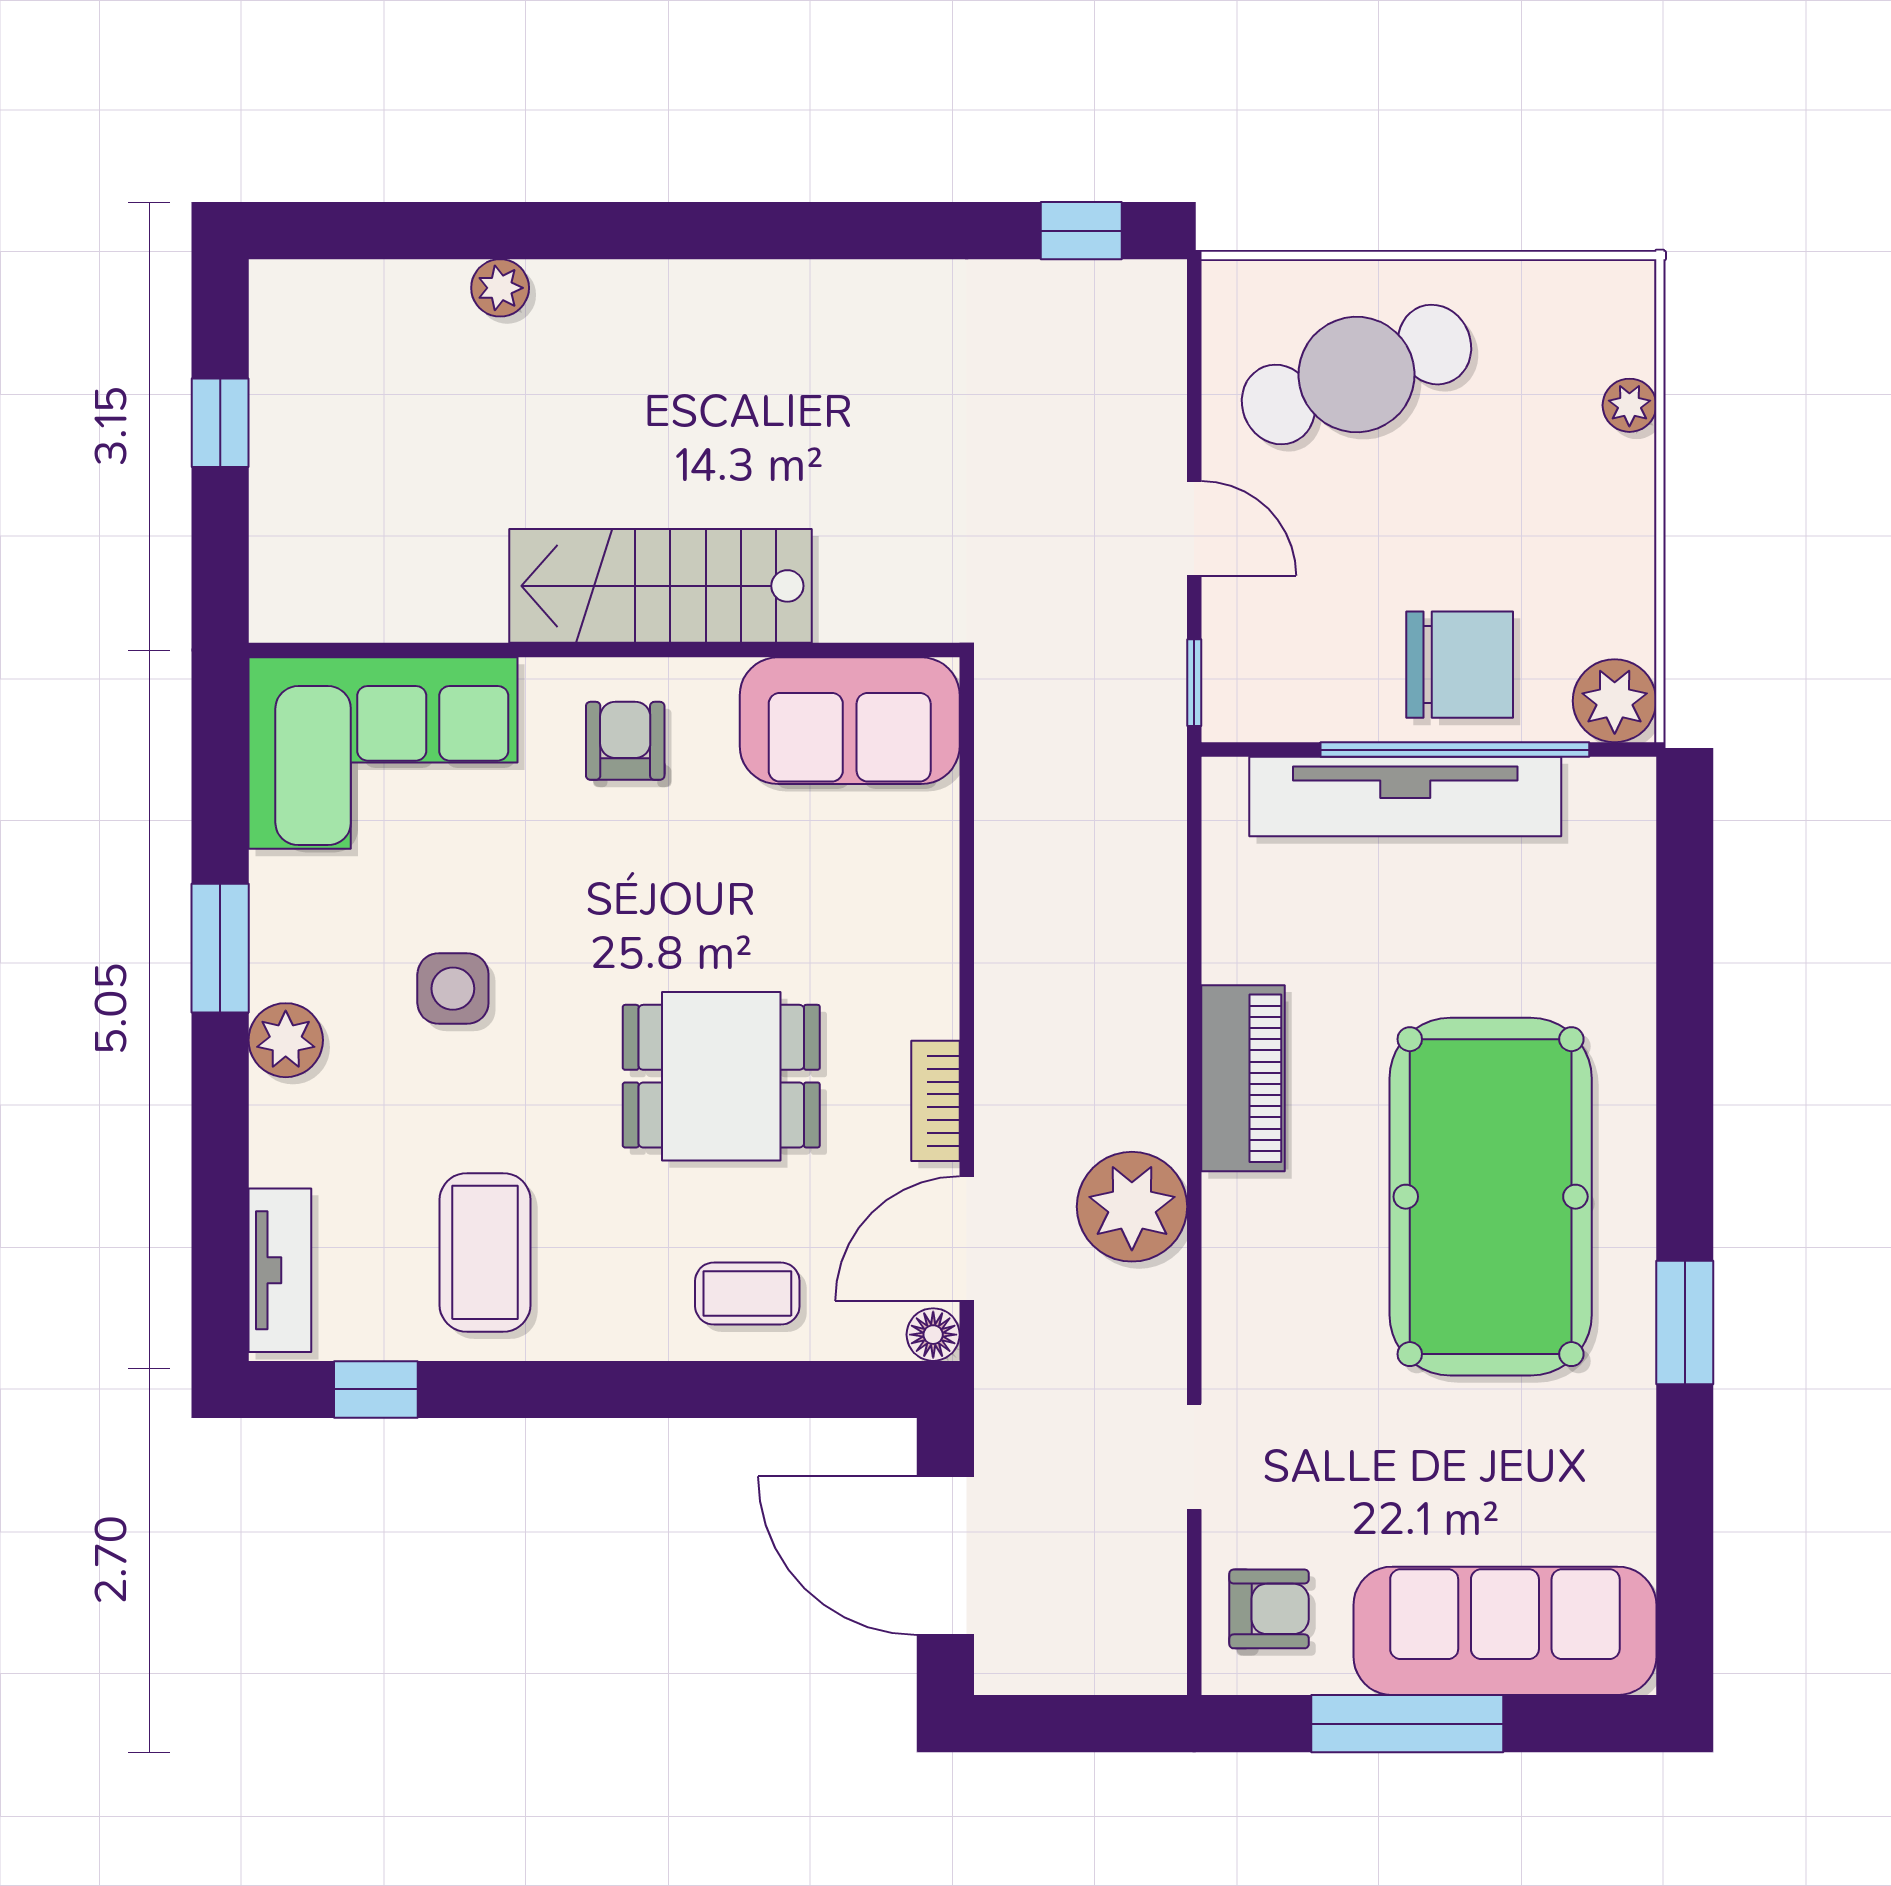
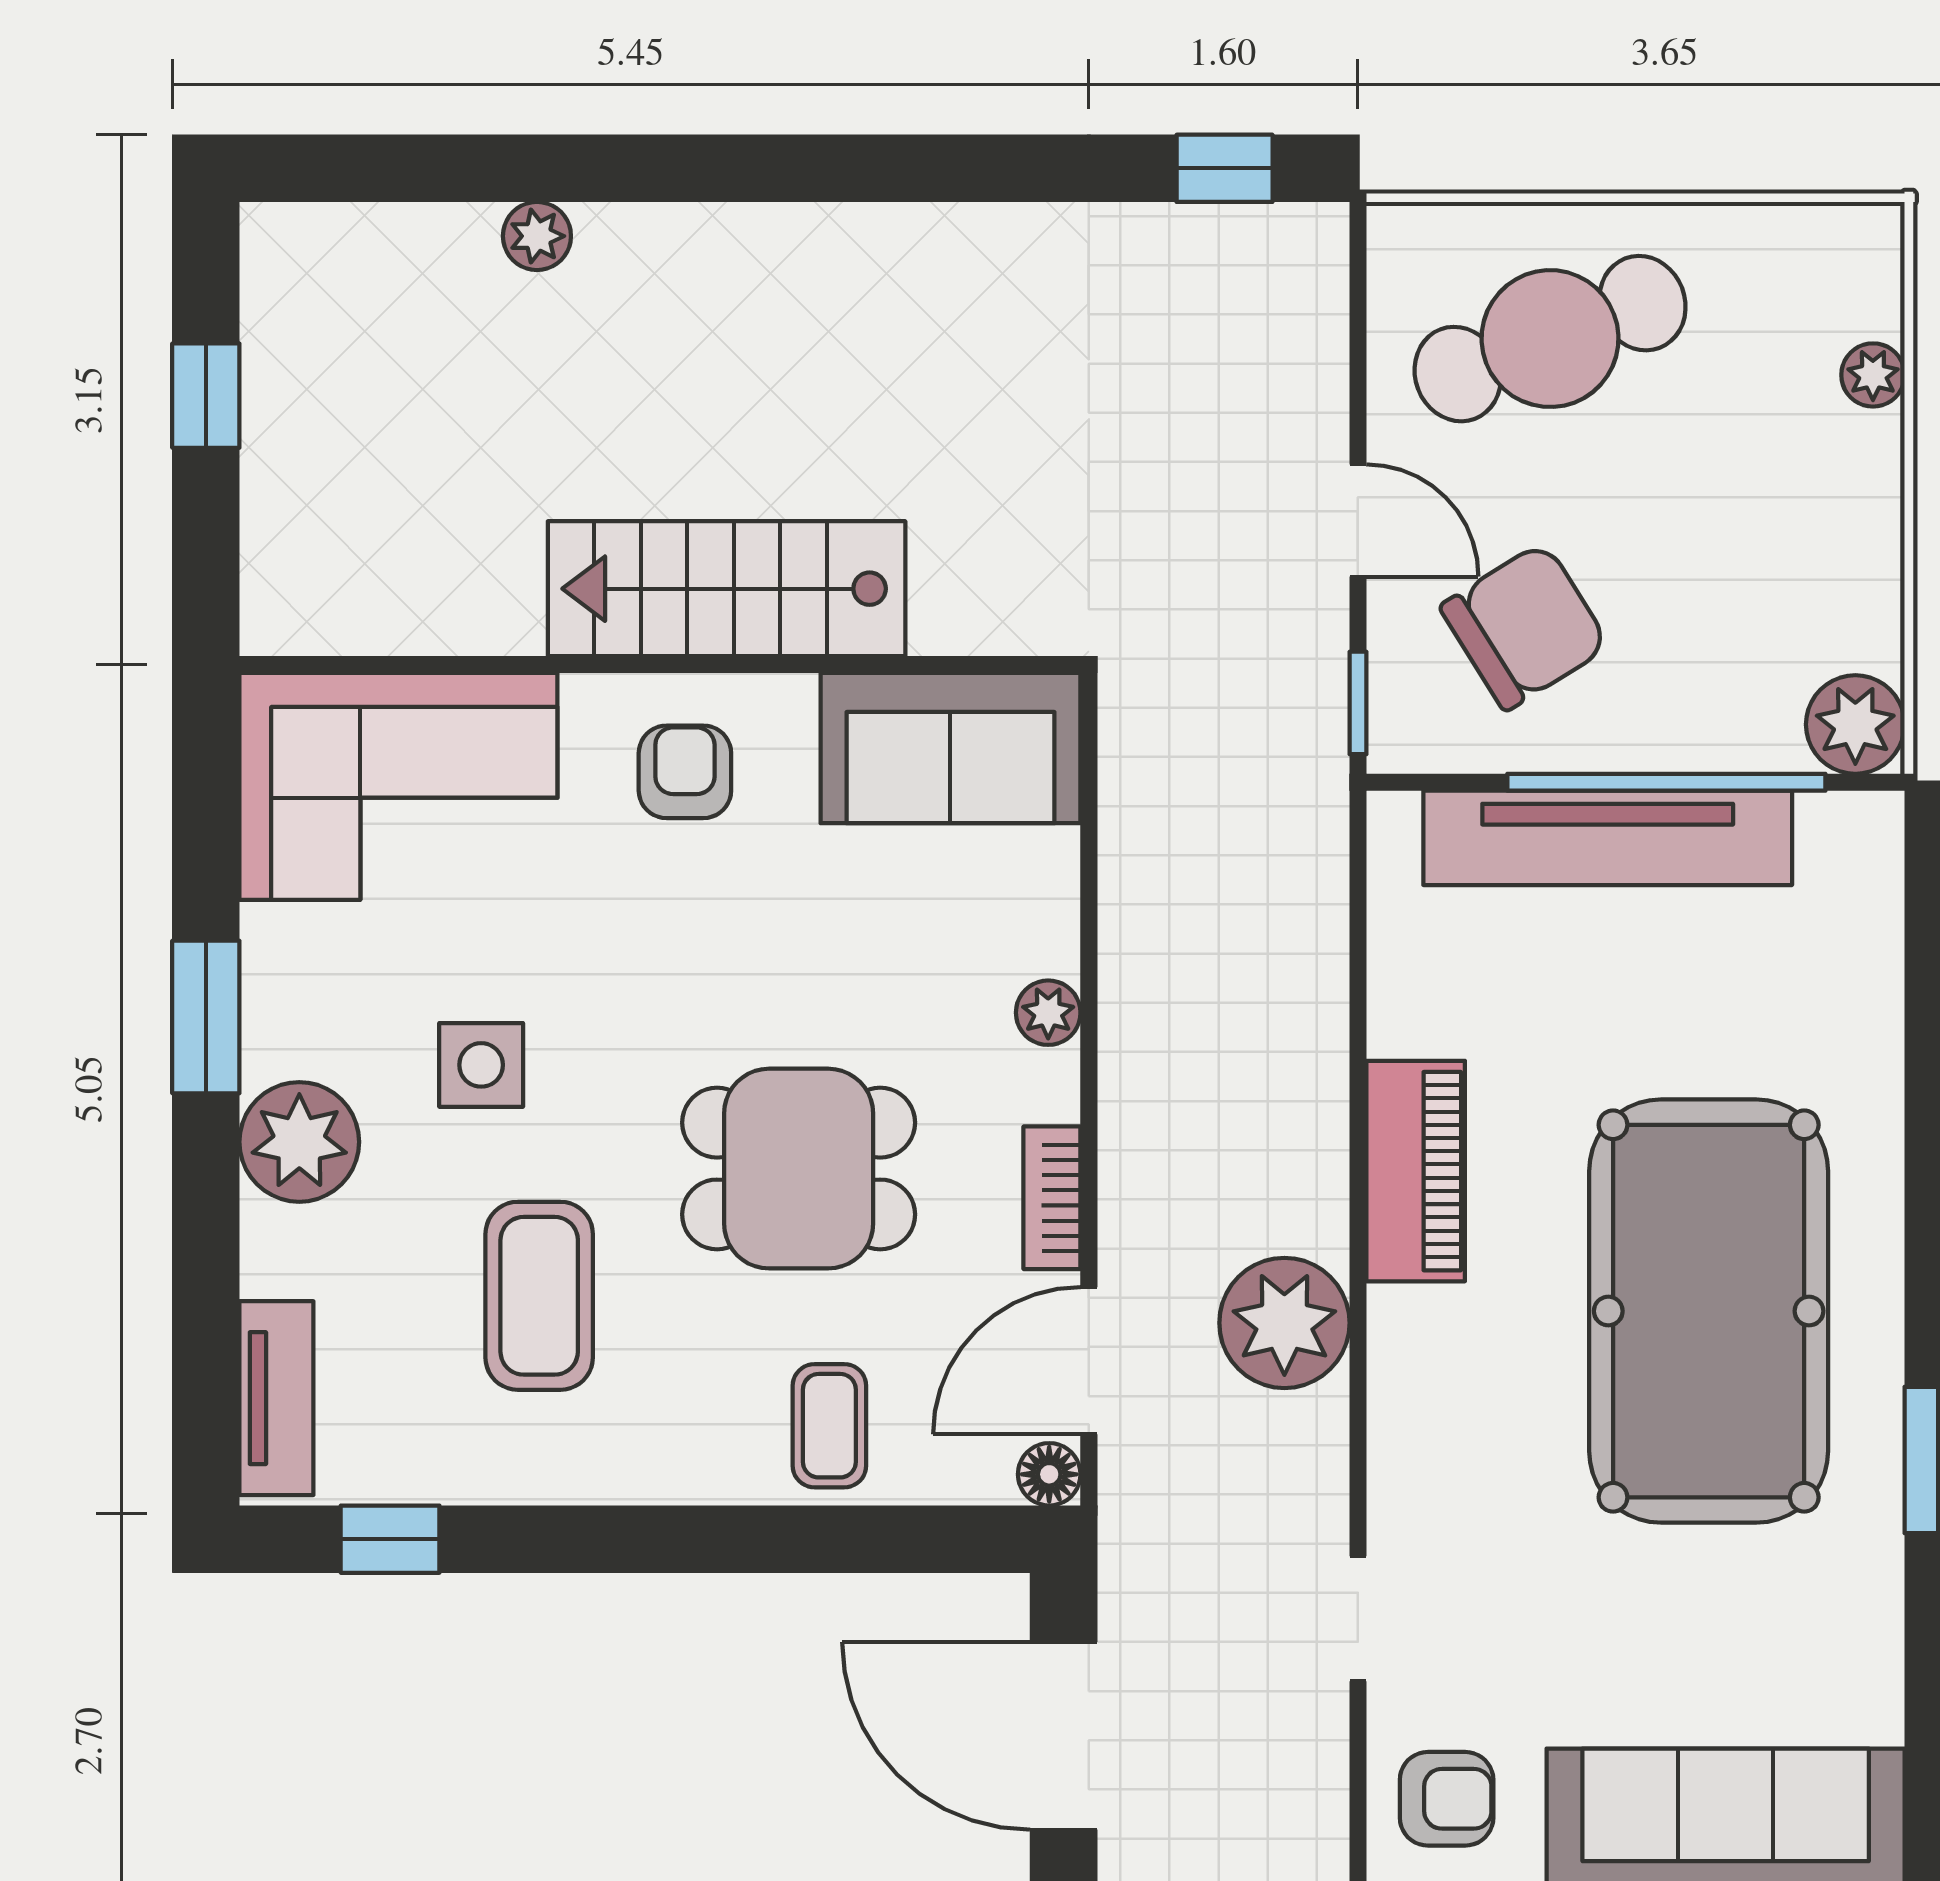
chair: (1460, 665) -> (1525, 626), moved, turned -32
plant: (932, 944) -> (1048, 1013), added
plant: (286, 1040) -> (299, 1142), width x1.36, depth x1.36
coffee table: (485, 1252) -> (539, 1296), moved
coffee table: (747, 1294) -> (829, 1426), turned 90

